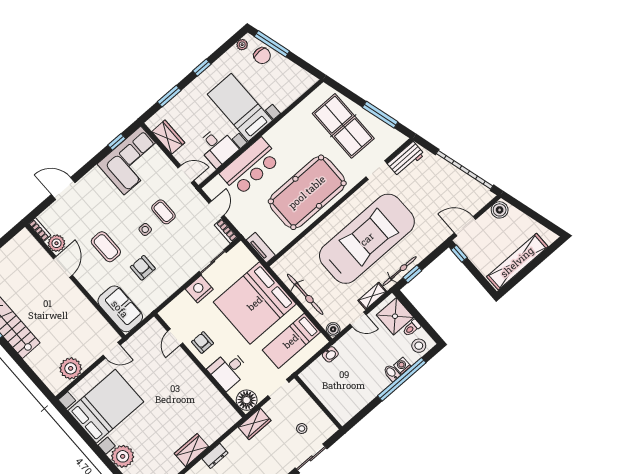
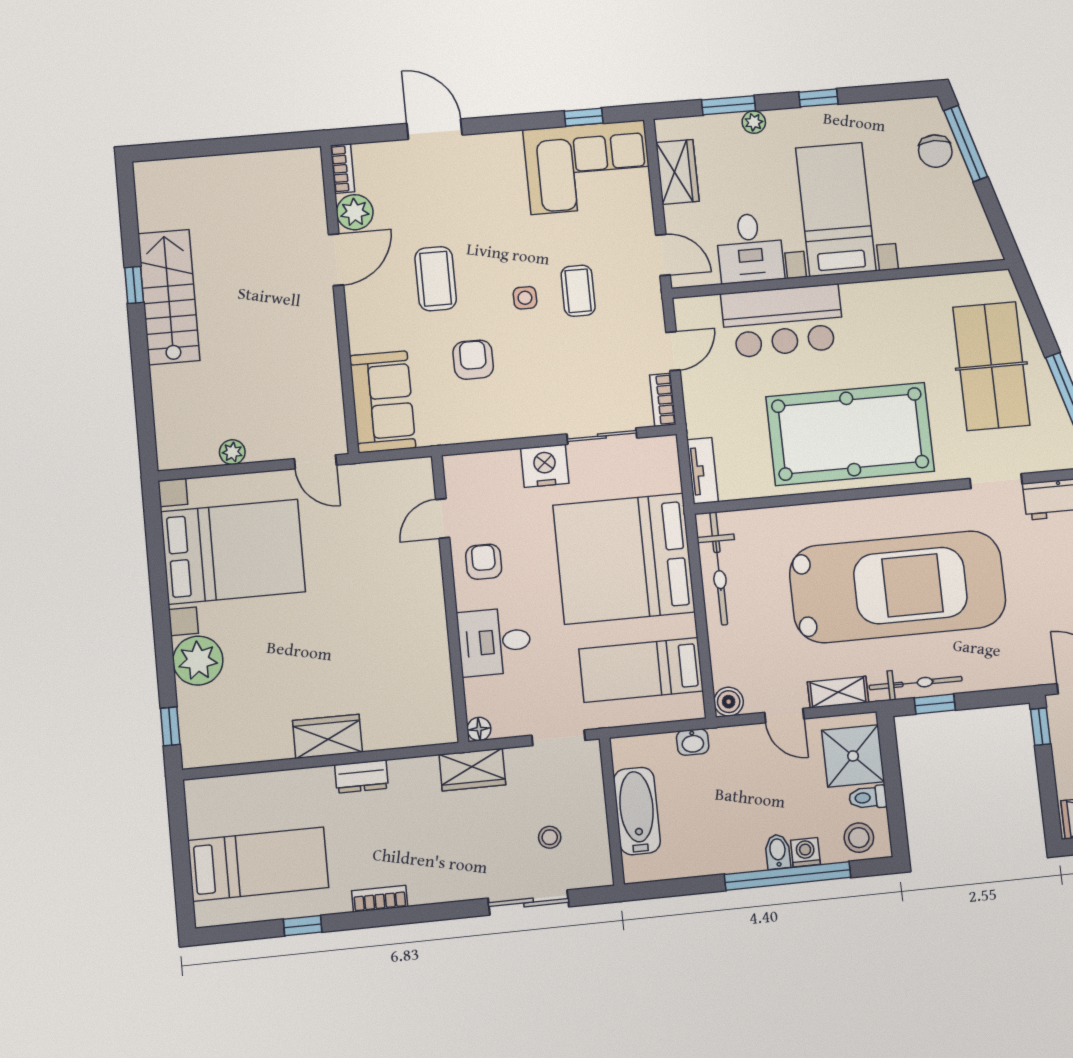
plant: (242, 45) -> (754, 122), moved
bicycle: (305, 294) -> (719, 568), moved
plant: (71, 368) -> (232, 452), width x0.53, depth x0.53
bathtub: (328, 395) -> (637, 811), added
floor lamp: (247, 400) -> (479, 729), width x0.53, depth x0.53

